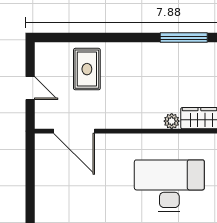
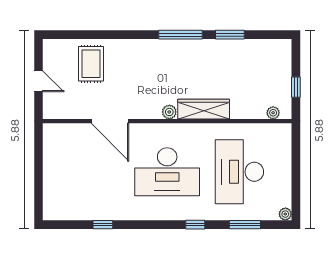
door: (74, 131) -> (110, 121), moved
desk: (169, 186) -> (167, 172), turned 180

